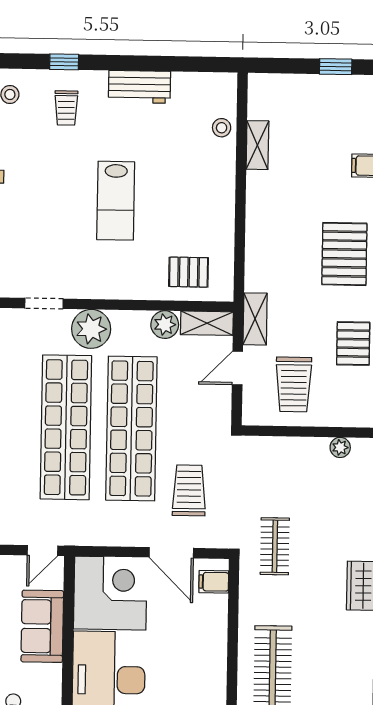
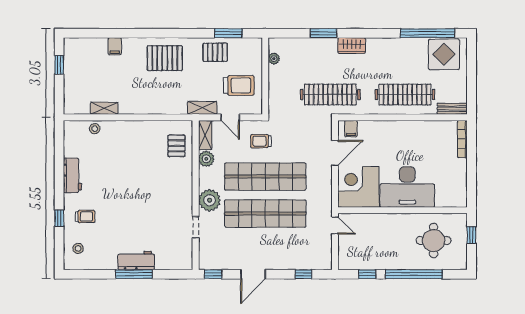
lab bench: (116, 201) -> (137, 188), removed
trolley: (189, 490) -> (261, 141), moved, width x0.73, depth x0.72
clothes rail: (275, 546) -> (330, 95), width x1.86, depth x1.31
sofa: (42, 626) -> (378, 225), removed

